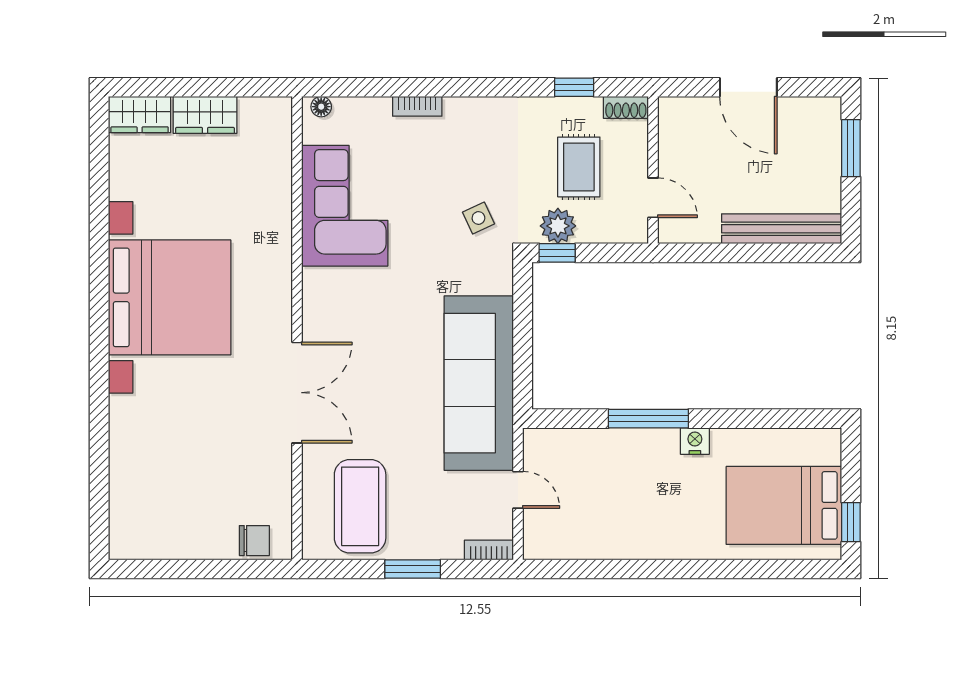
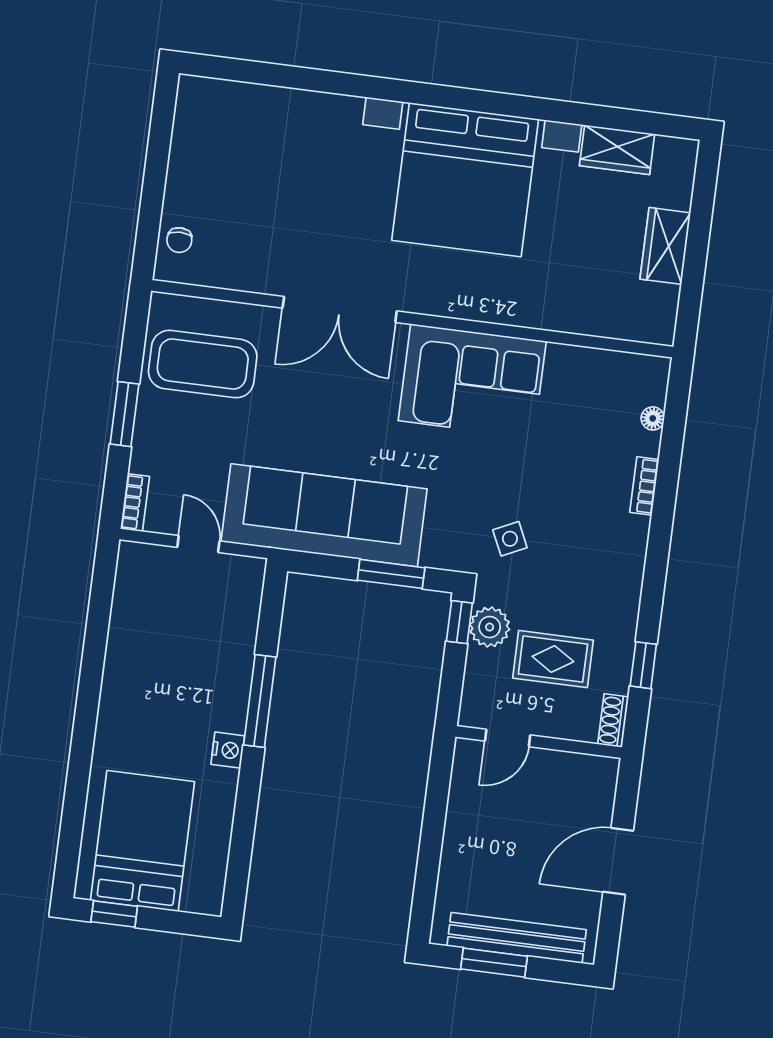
floor lamp: (321, 107) -> (653, 418), moved
wardrobe: (140, 115) -> (617, 150), moved, turned -90
window: (851, 148) -> (494, 963), moved
corner sofa: (345, 206) -> (472, 381), moved
bench: (782, 229) -> (517, 938), moved, turned 90
window: (523, 318) -> (391, 574), added
door: (518, 490) -> (198, 544), swing flipped
chair: (254, 541) -> (179, 240), width x0.73, depth x0.73

